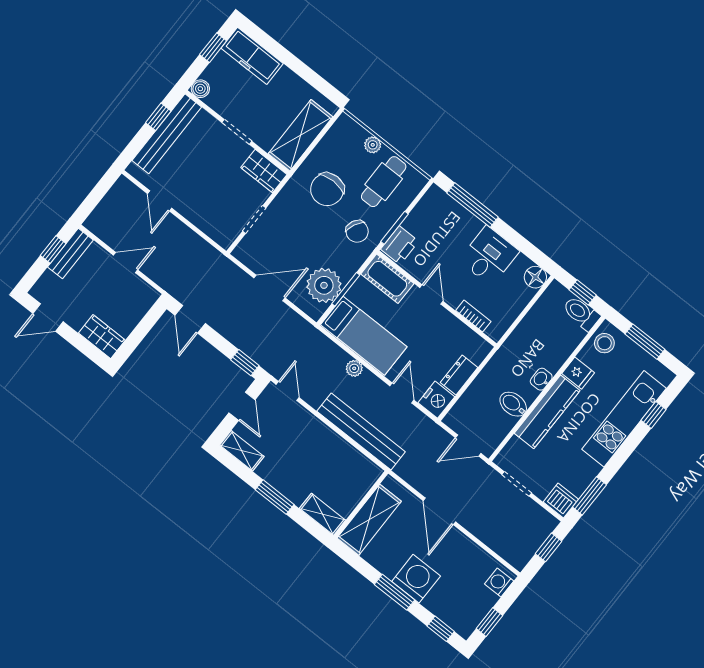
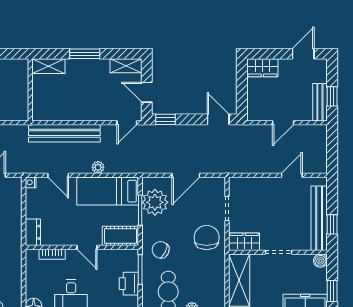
chair: (327, 189) -> (207, 238), moved
door: (160, 201) -> (292, 175), hinge flipped
printer: (400, 245) -> (129, 284), moved
dresser: (459, 375) -> (33, 232), moved
door: (288, 391) -> (127, 123), hinge flipped
nightstand: (436, 400) -> (31, 182), width x0.53, depth x0.56
shelving: (369, 520) -> (18, 85), removed

